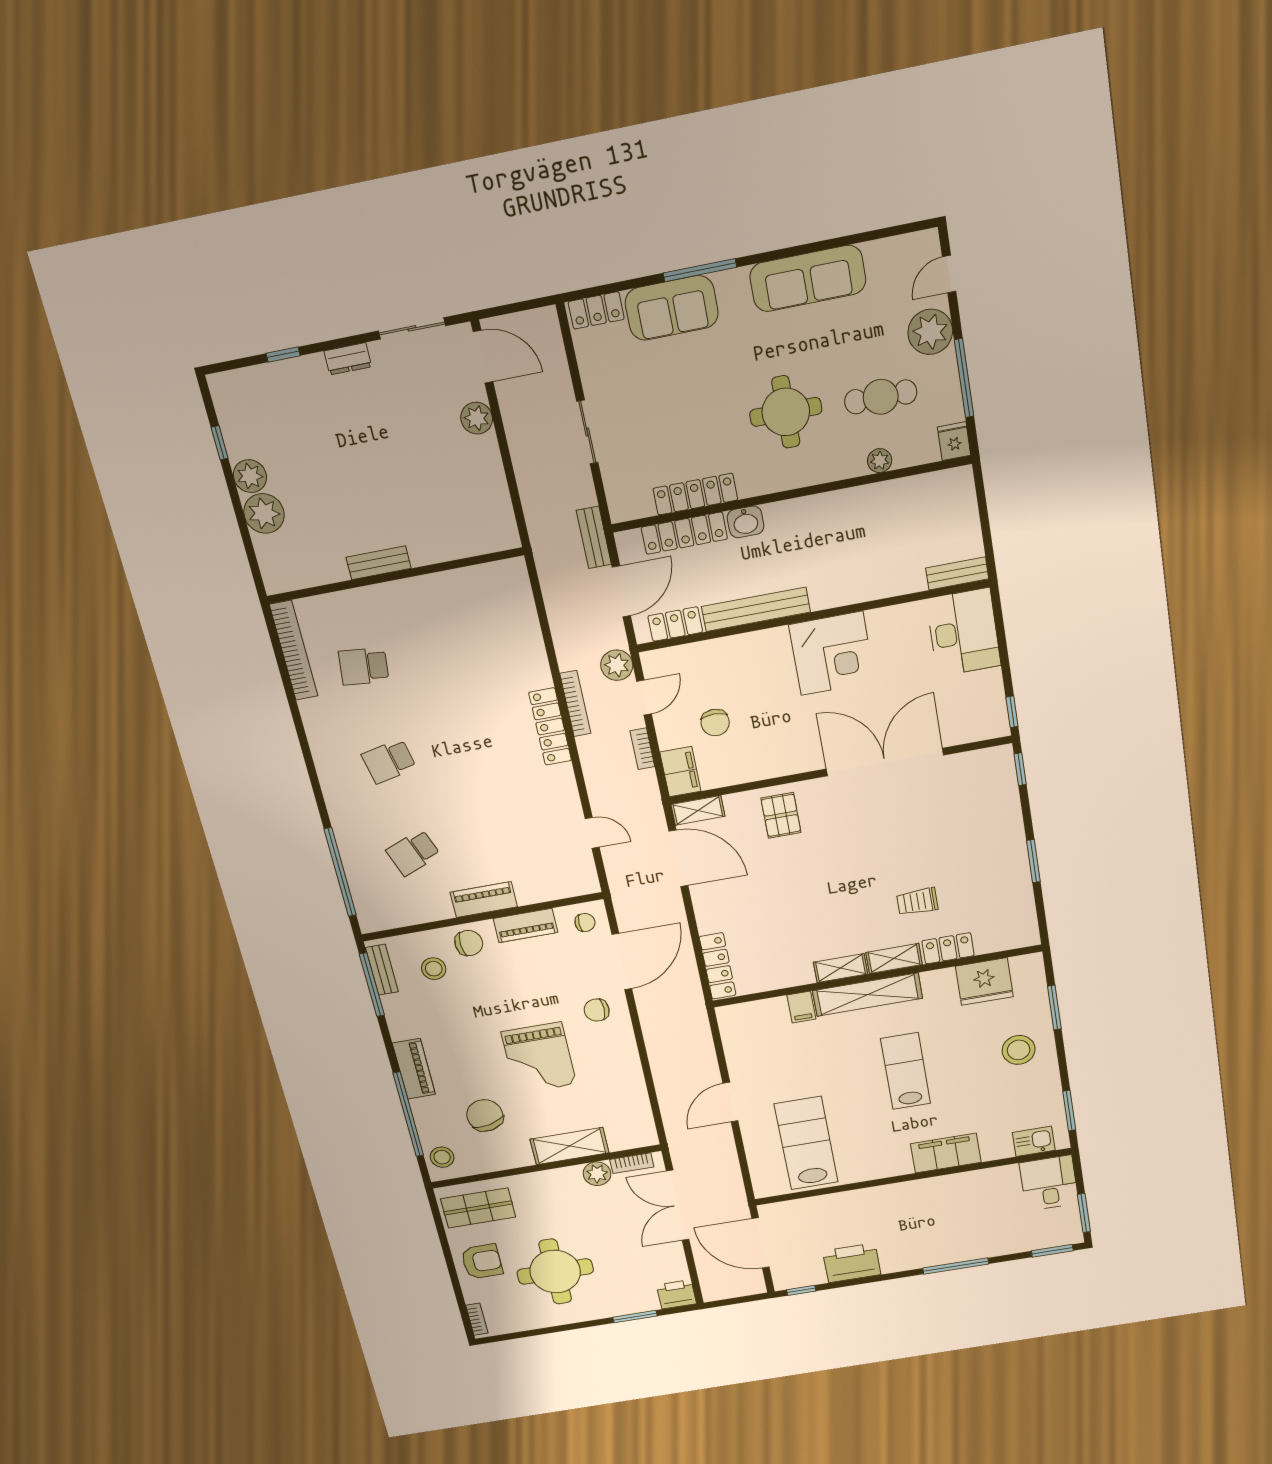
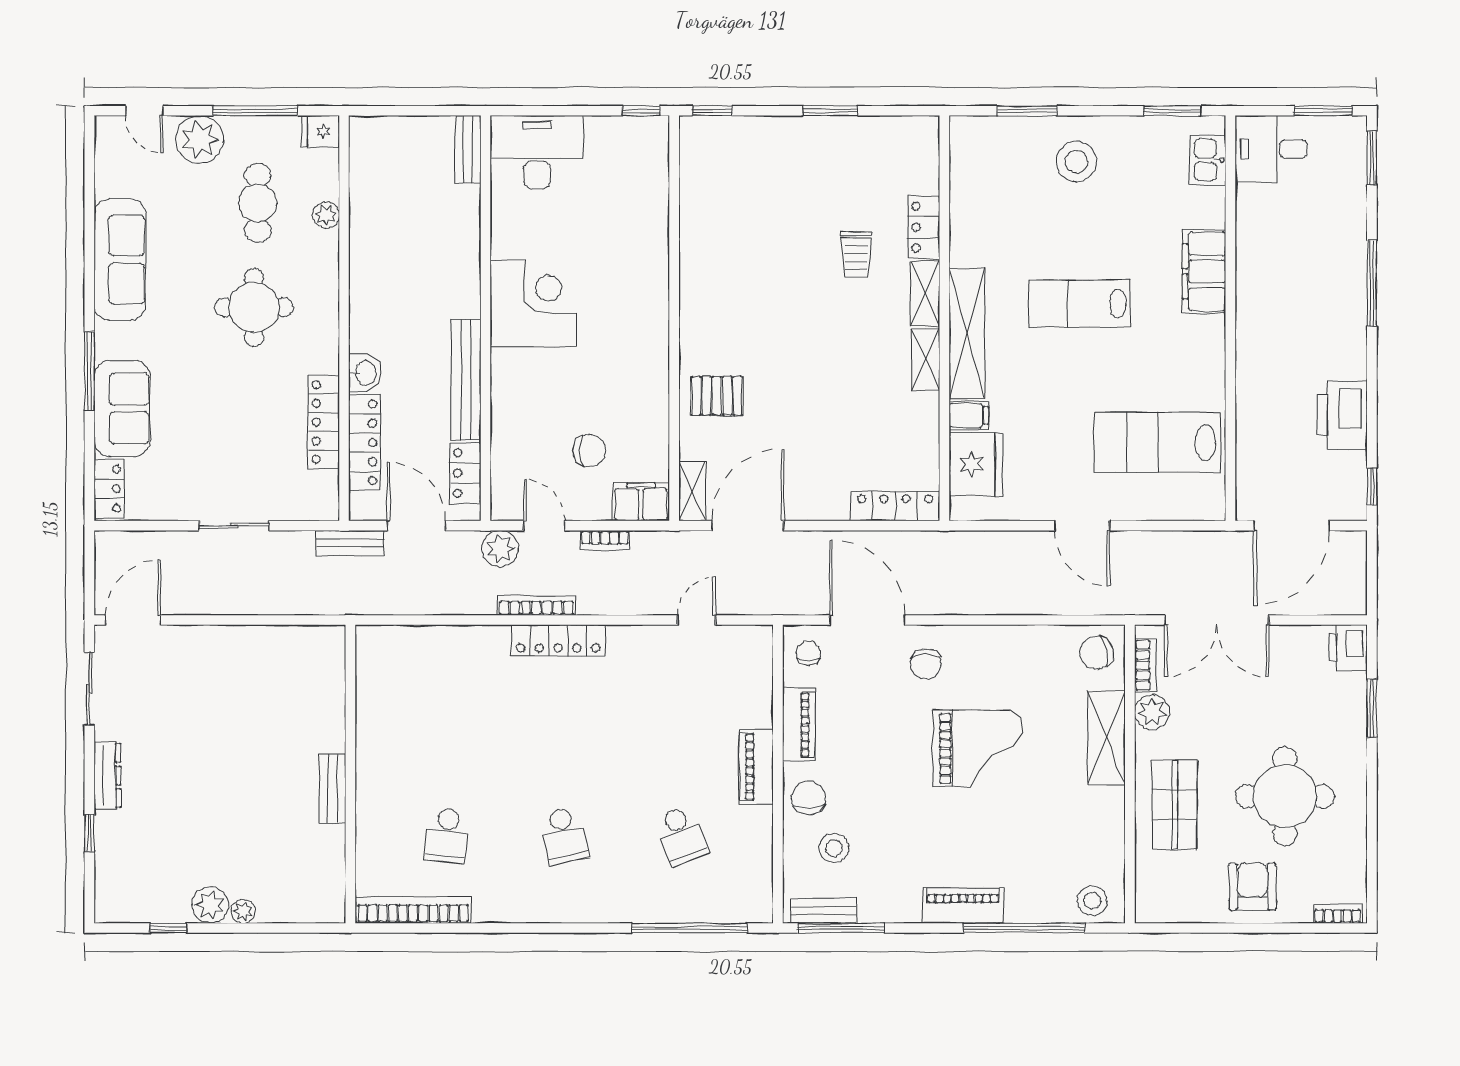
dresser: (348, 359) -> (107, 775), width x1.44
plant: (477, 418) -> (196, 642), removed
plant: (264, 513) -> (243, 911), width x0.53, depth x0.53
double door: (885, 762) -> (674, 265), removed
fridge: (984, 982) -> (976, 464), moved
chair: (485, 1115) -> (1097, 653), moved, width x0.73, depth x0.73
shop shelf: (478, 1208) -> (1175, 805), moved

